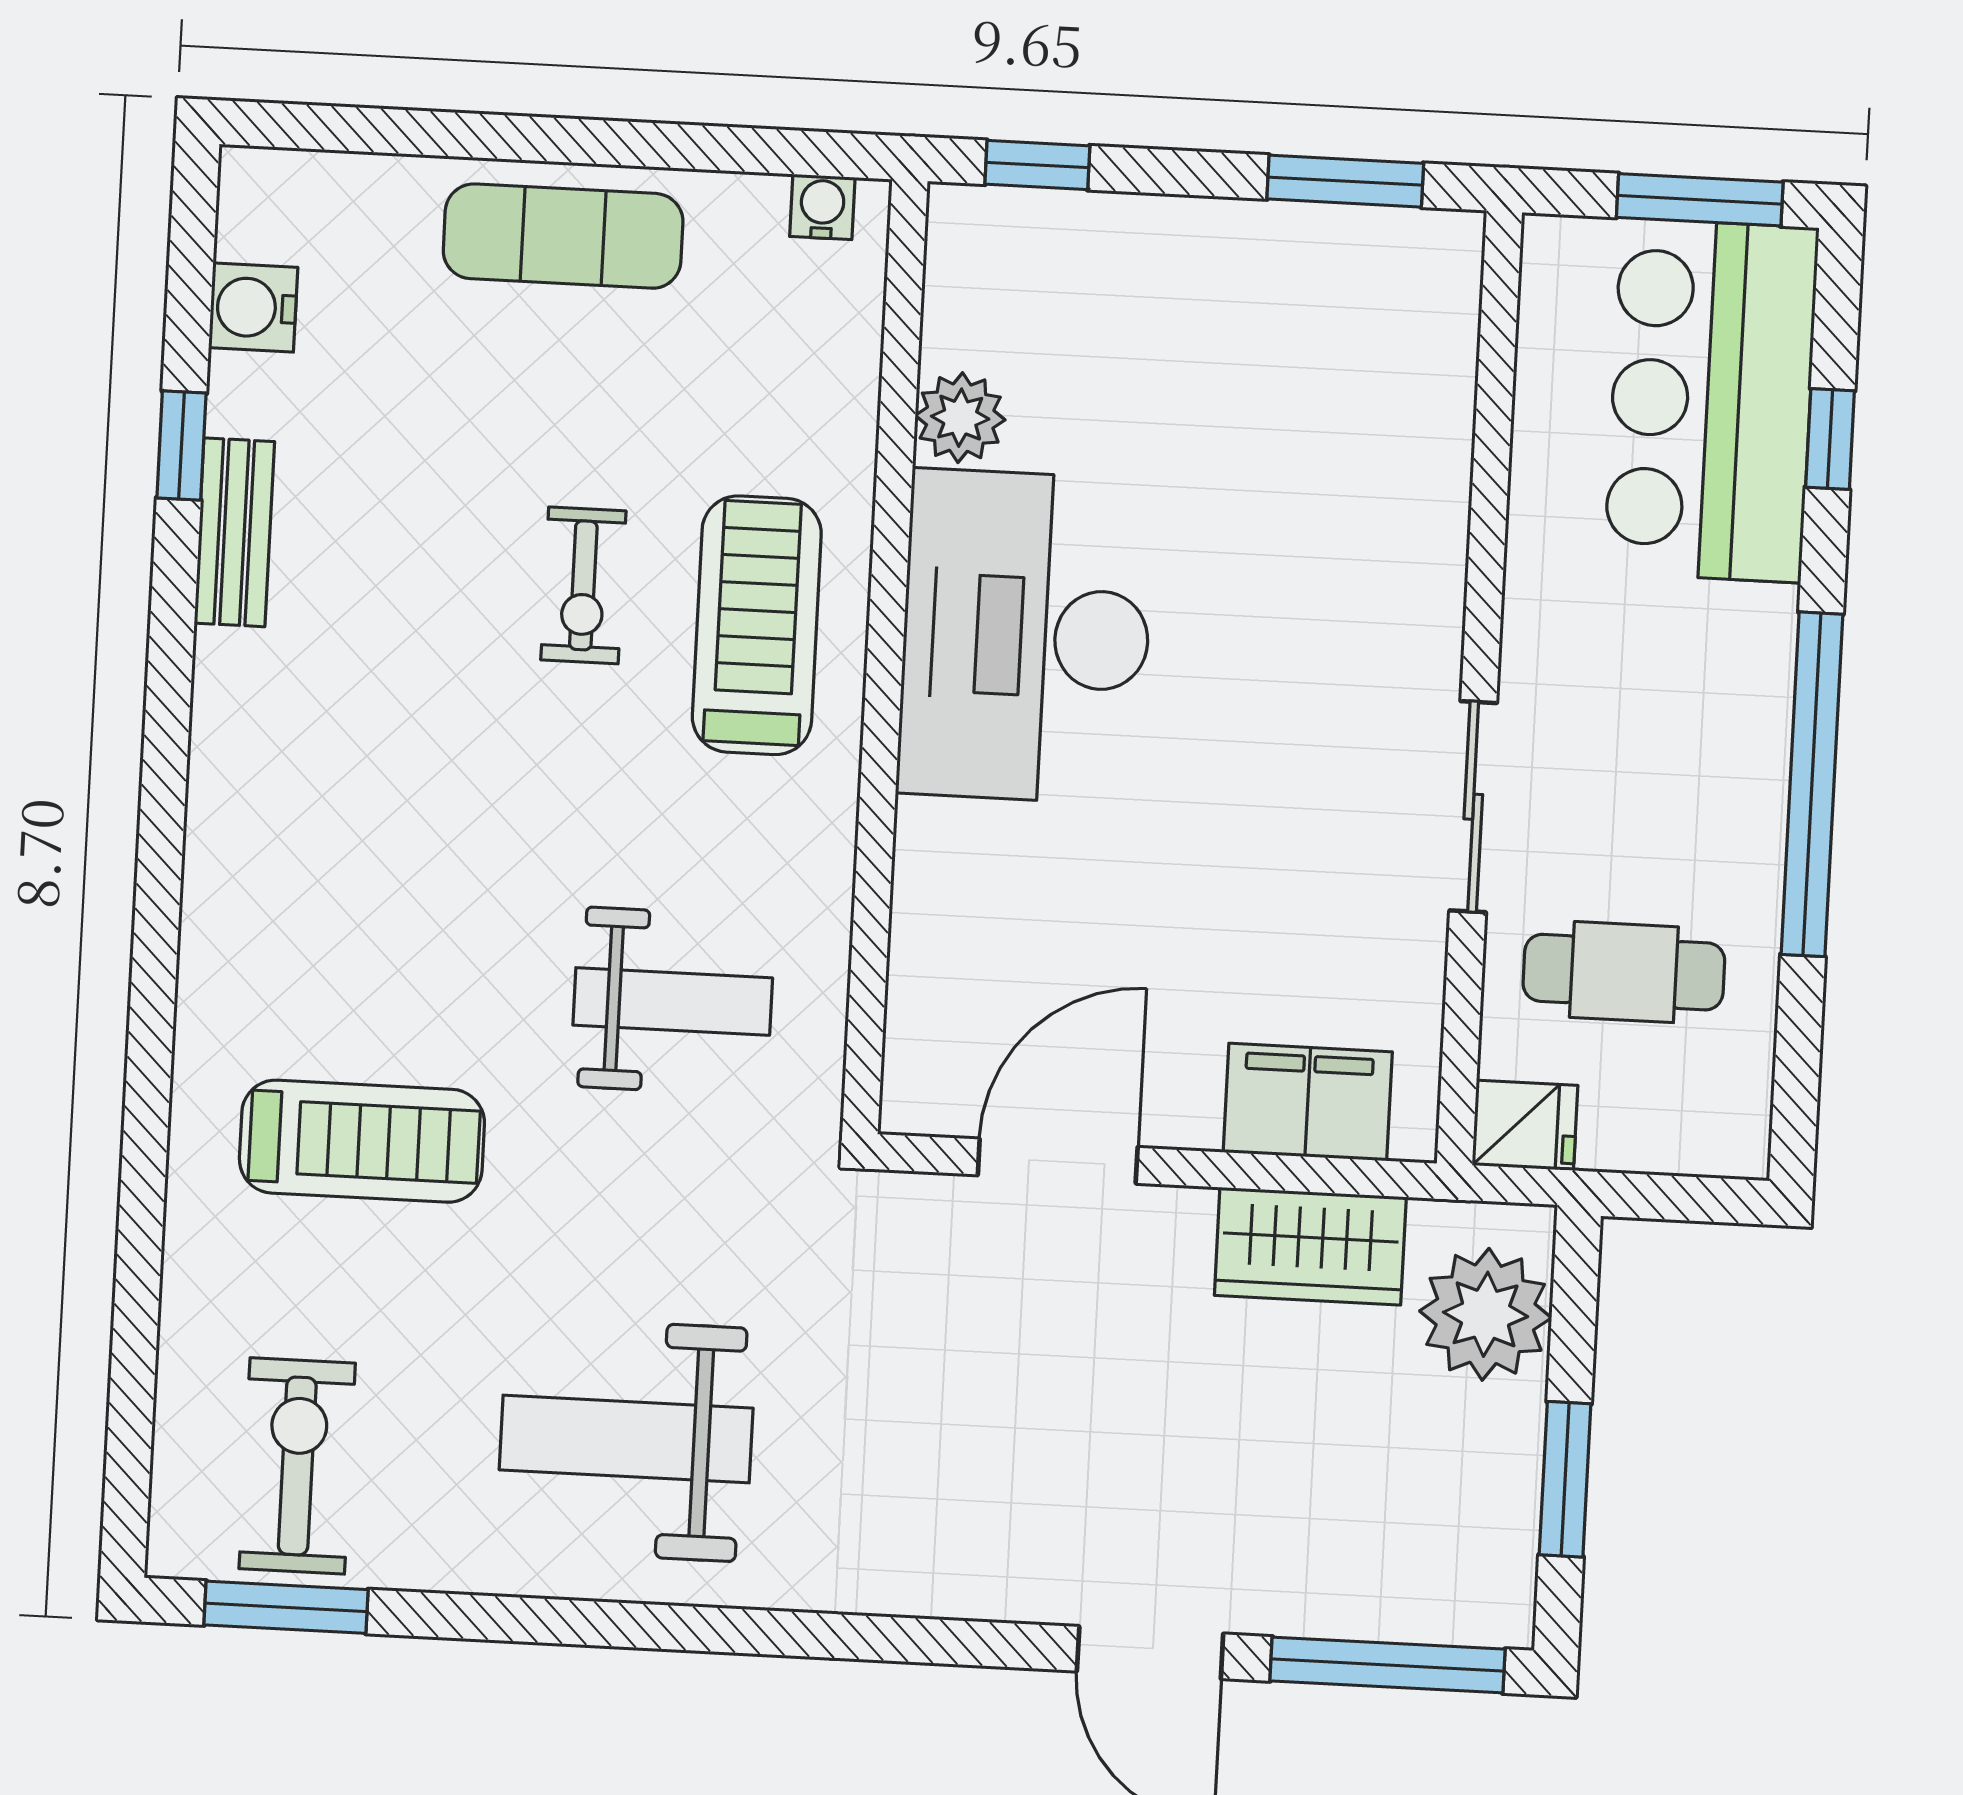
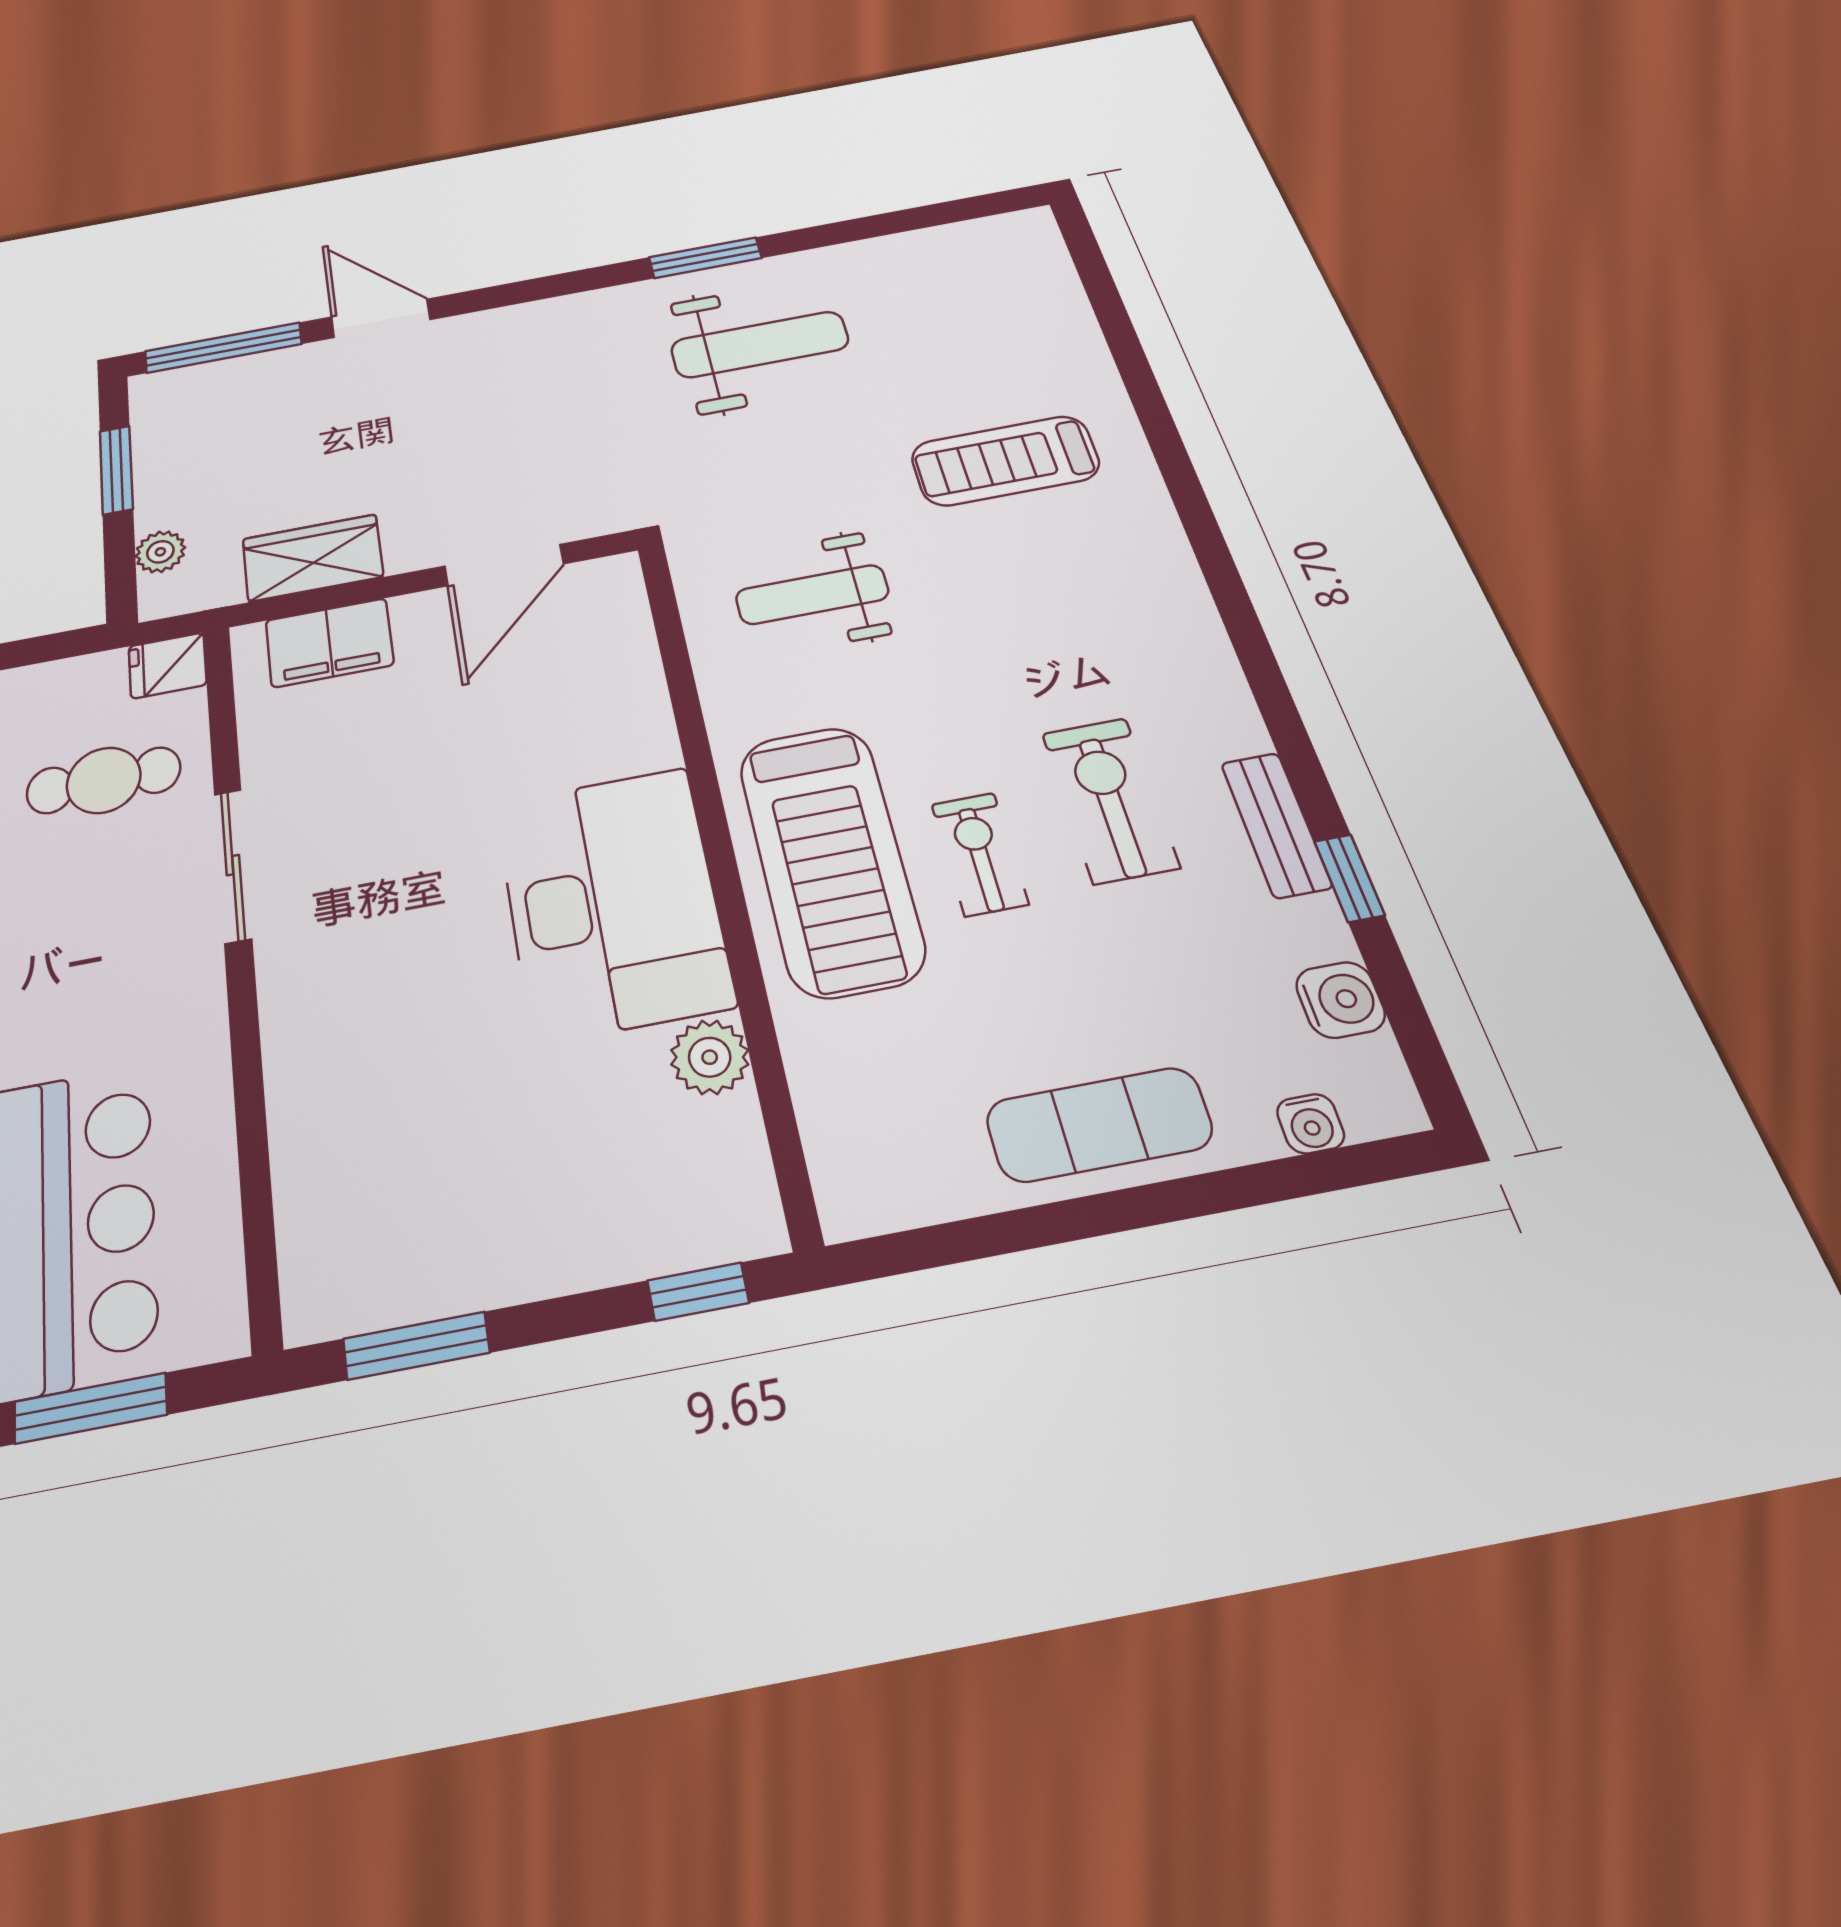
water cooler: (822, 207) -> (1311, 1124), moved
treadmill: (757, 625) -> (830, 858), width x1.37, depth x1.38
plant: (1486, 1314) -> (160, 552), width x0.53, depth x0.53
exercise bike: (297, 1466) -> (1110, 800), moved, turned 180
window: (286, 1607) -> (705, 258), moved

